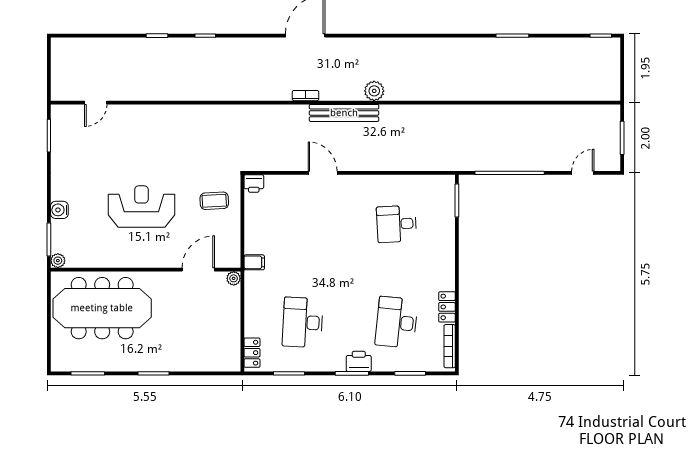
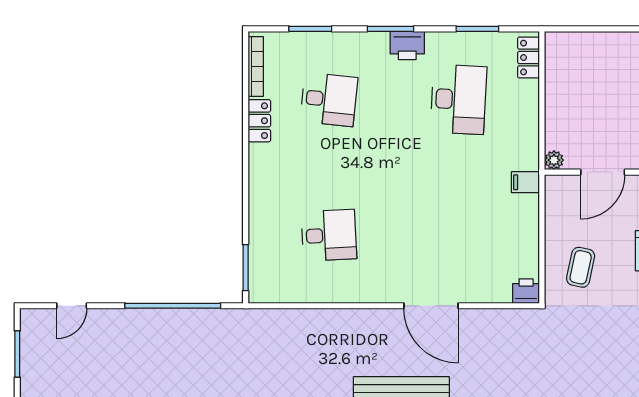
door: (323, 173) -> (431, 306), width x1.36
coffee table: (214, 201) -> (581, 267), turned -75
desk: (397, 322) -> (329, 99), width x0.73
printer: (359, 361) -> (407, 45), moved

